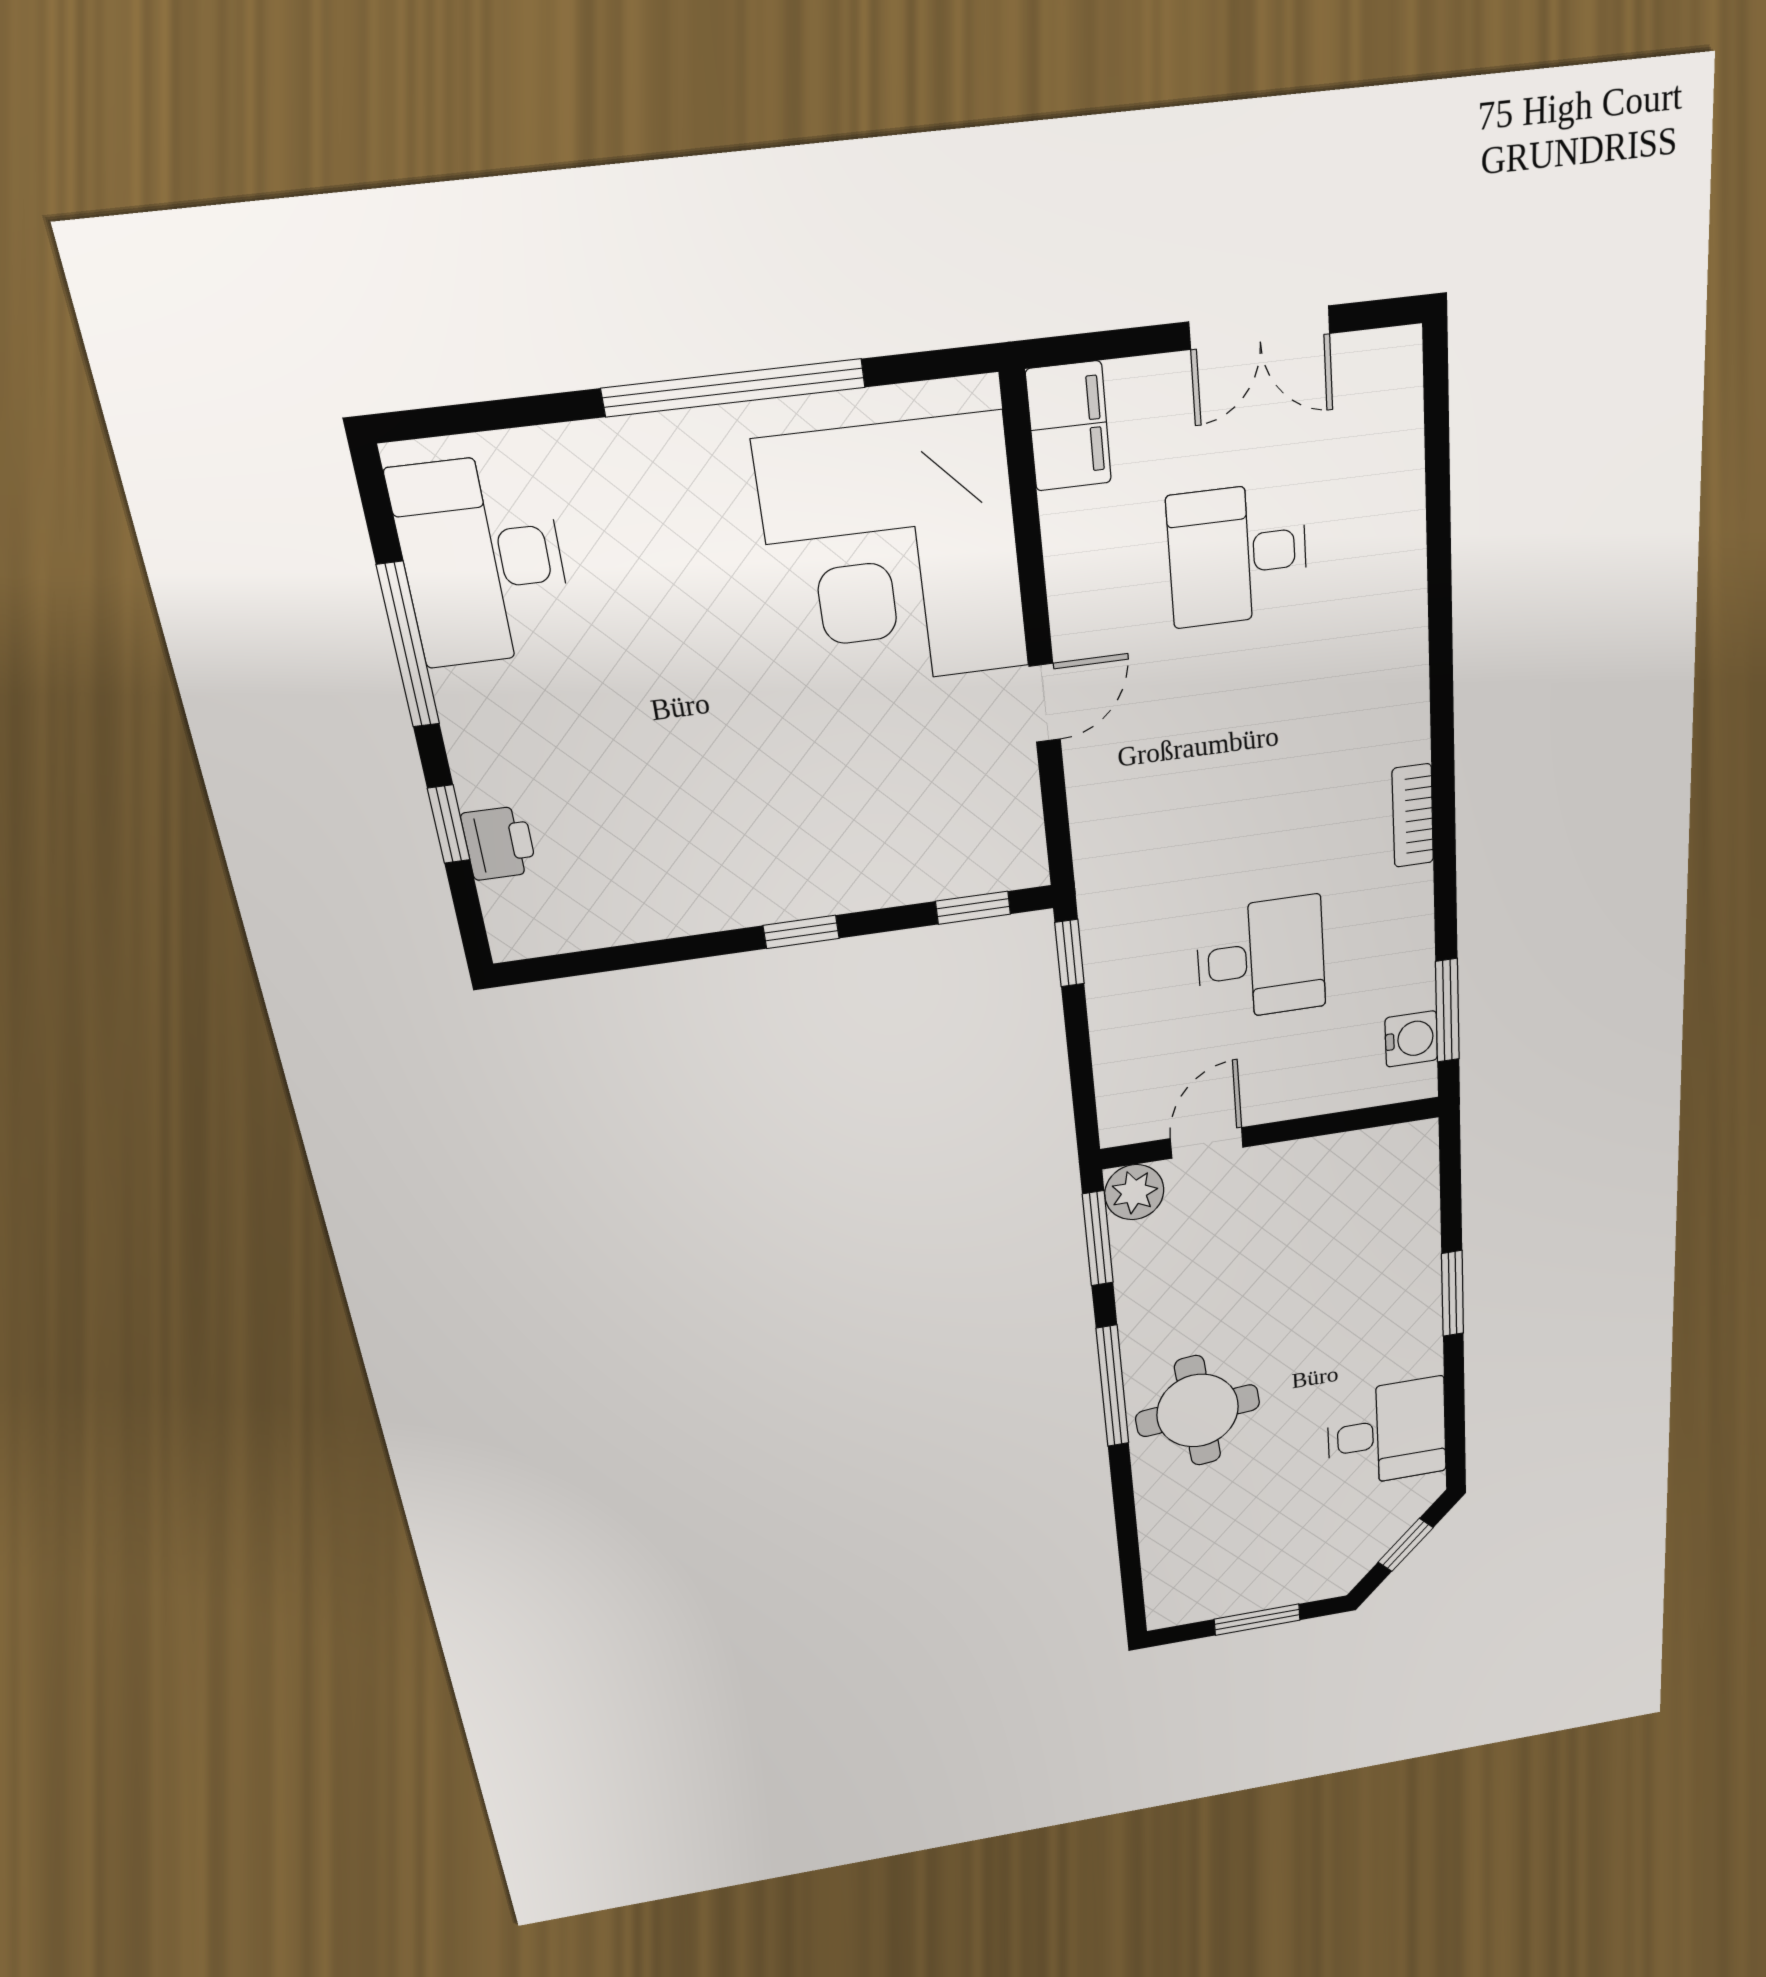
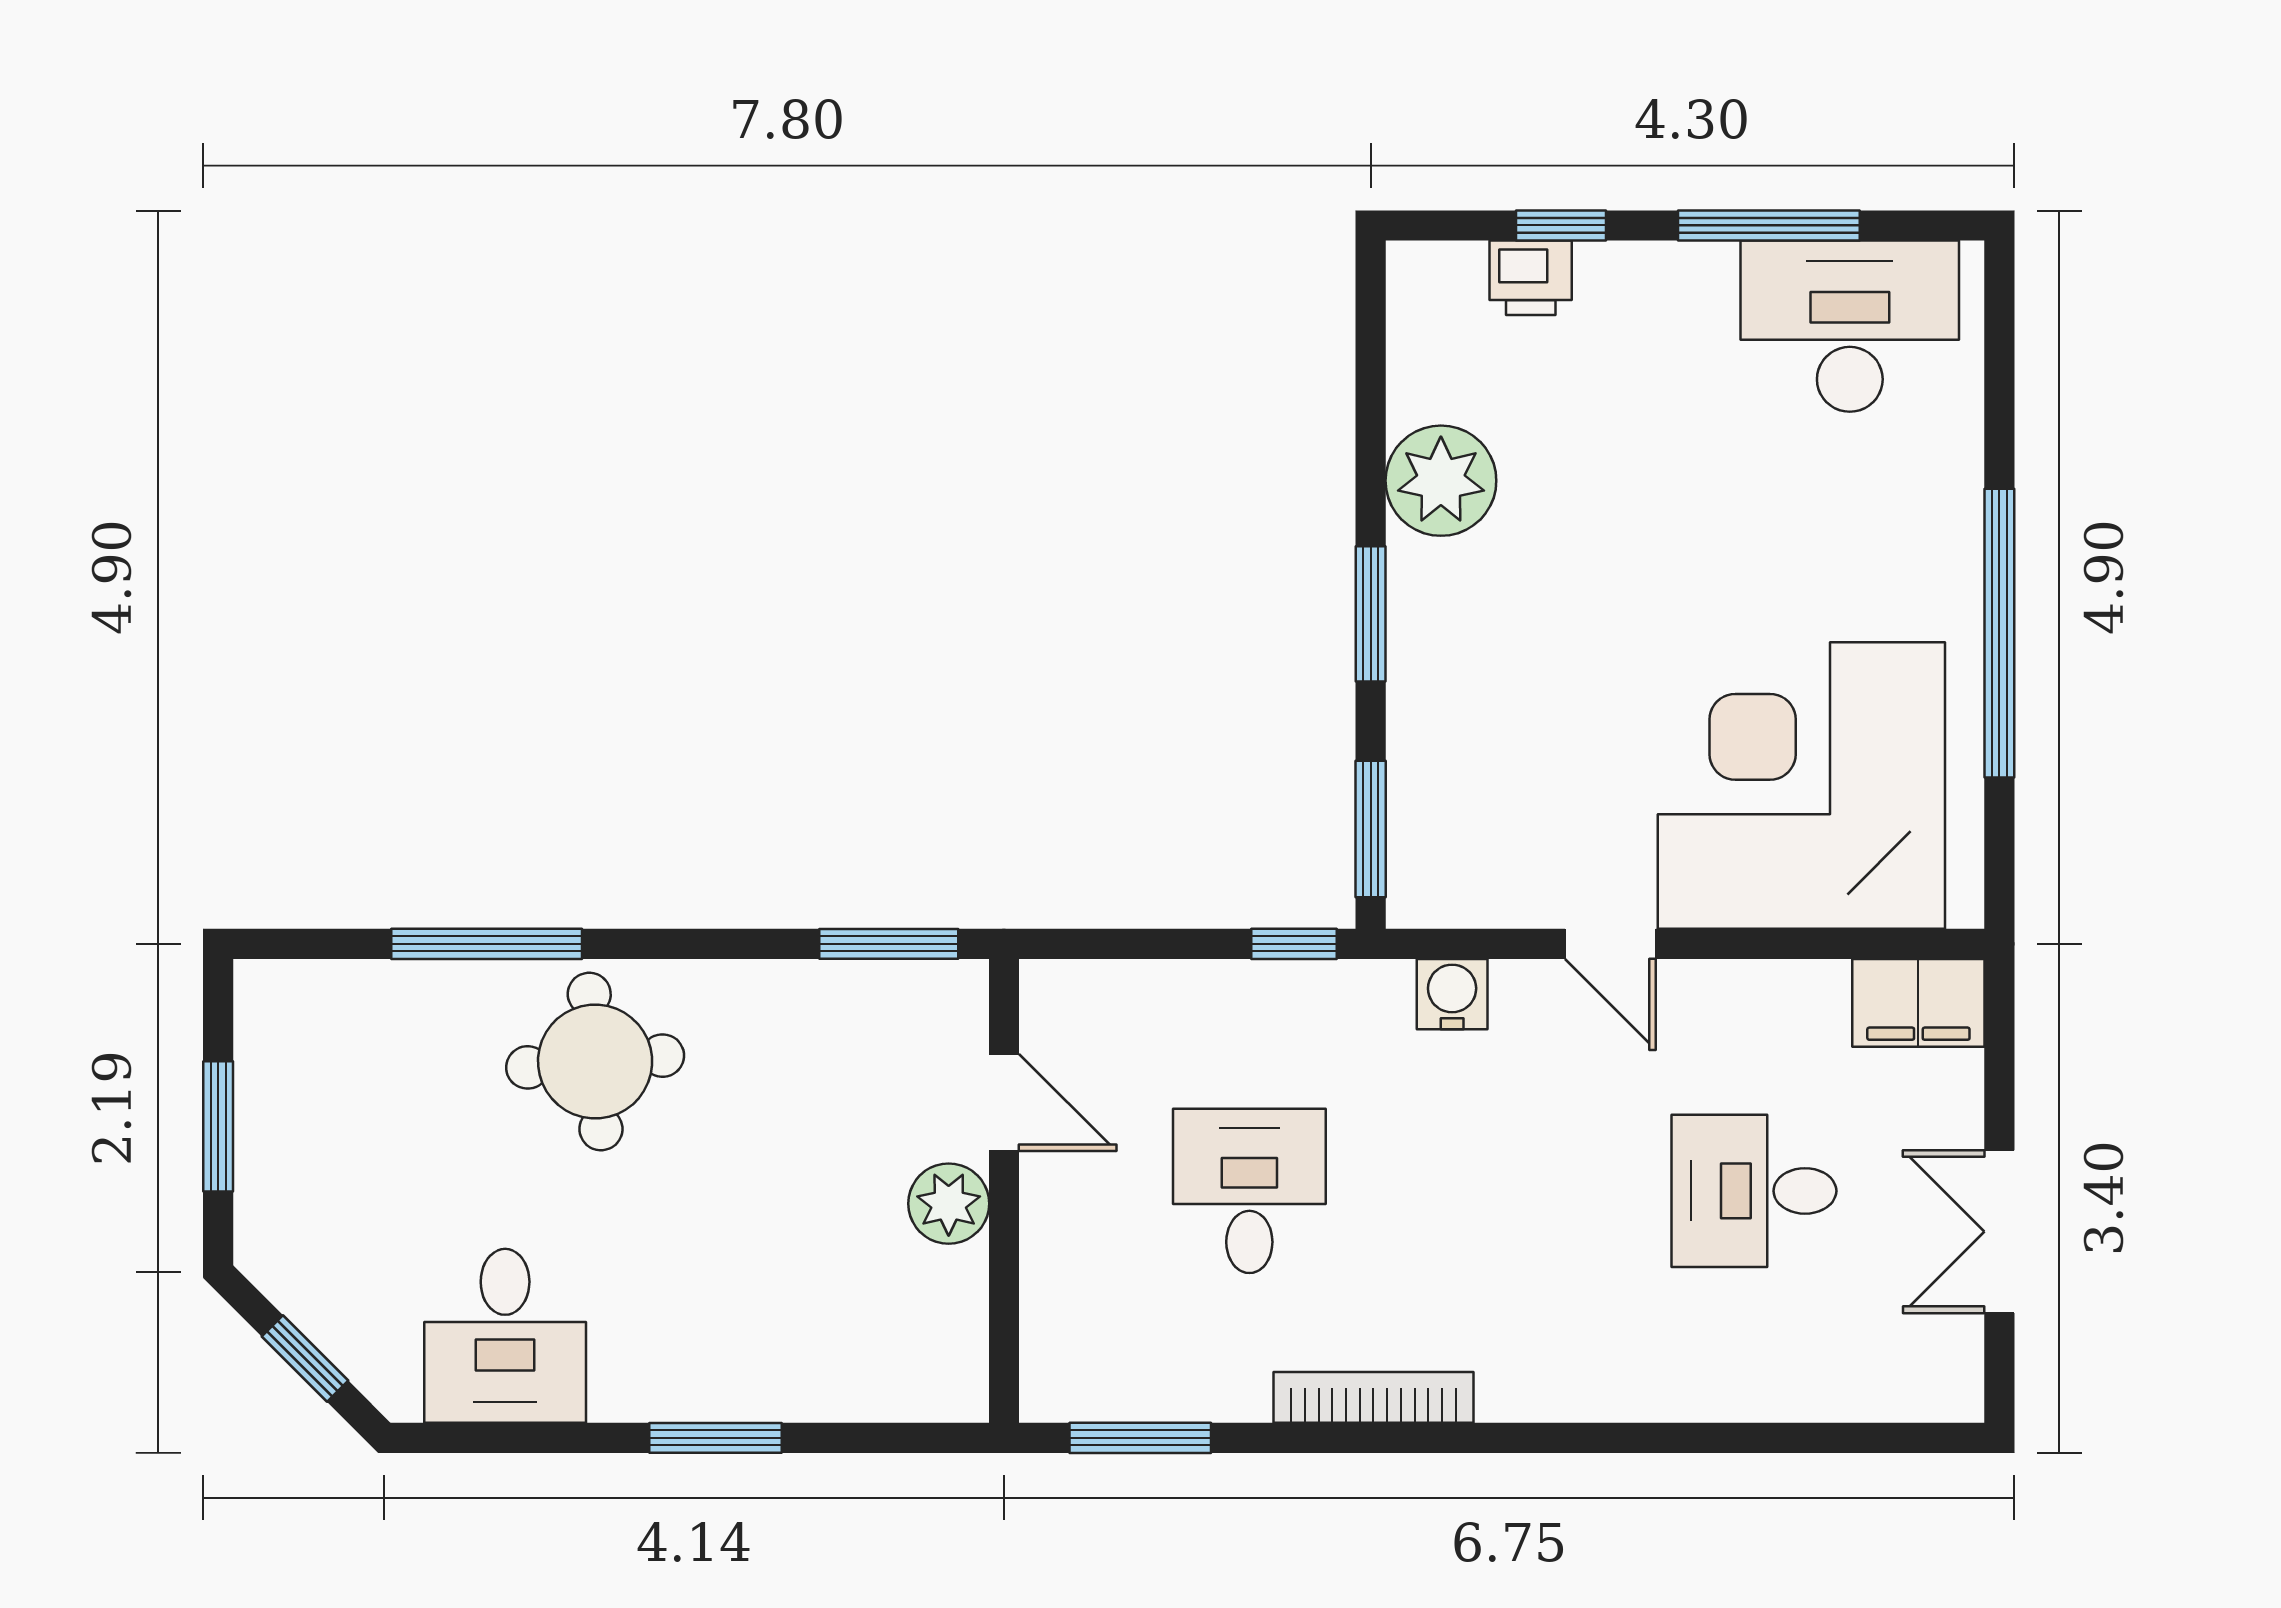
desk: (1238, 555) -> (1754, 1191), turned -90
bookcase: (1413, 816) -> (1373, 1397), width x1.56
plant: (683, 892) -> (1441, 481), added
window: (973, 908) -> (1371, 829), width x1.50
window: (801, 932) -> (1371, 614), width x1.50
desk: (1261, 959) -> (1249, 1191), turned 180
water cooler: (1411, 1039) -> (1452, 994), moved, turned 180
plant: (1134, 1192) -> (949, 1204), moved
window: (1112, 1386) -> (487, 944), moved

